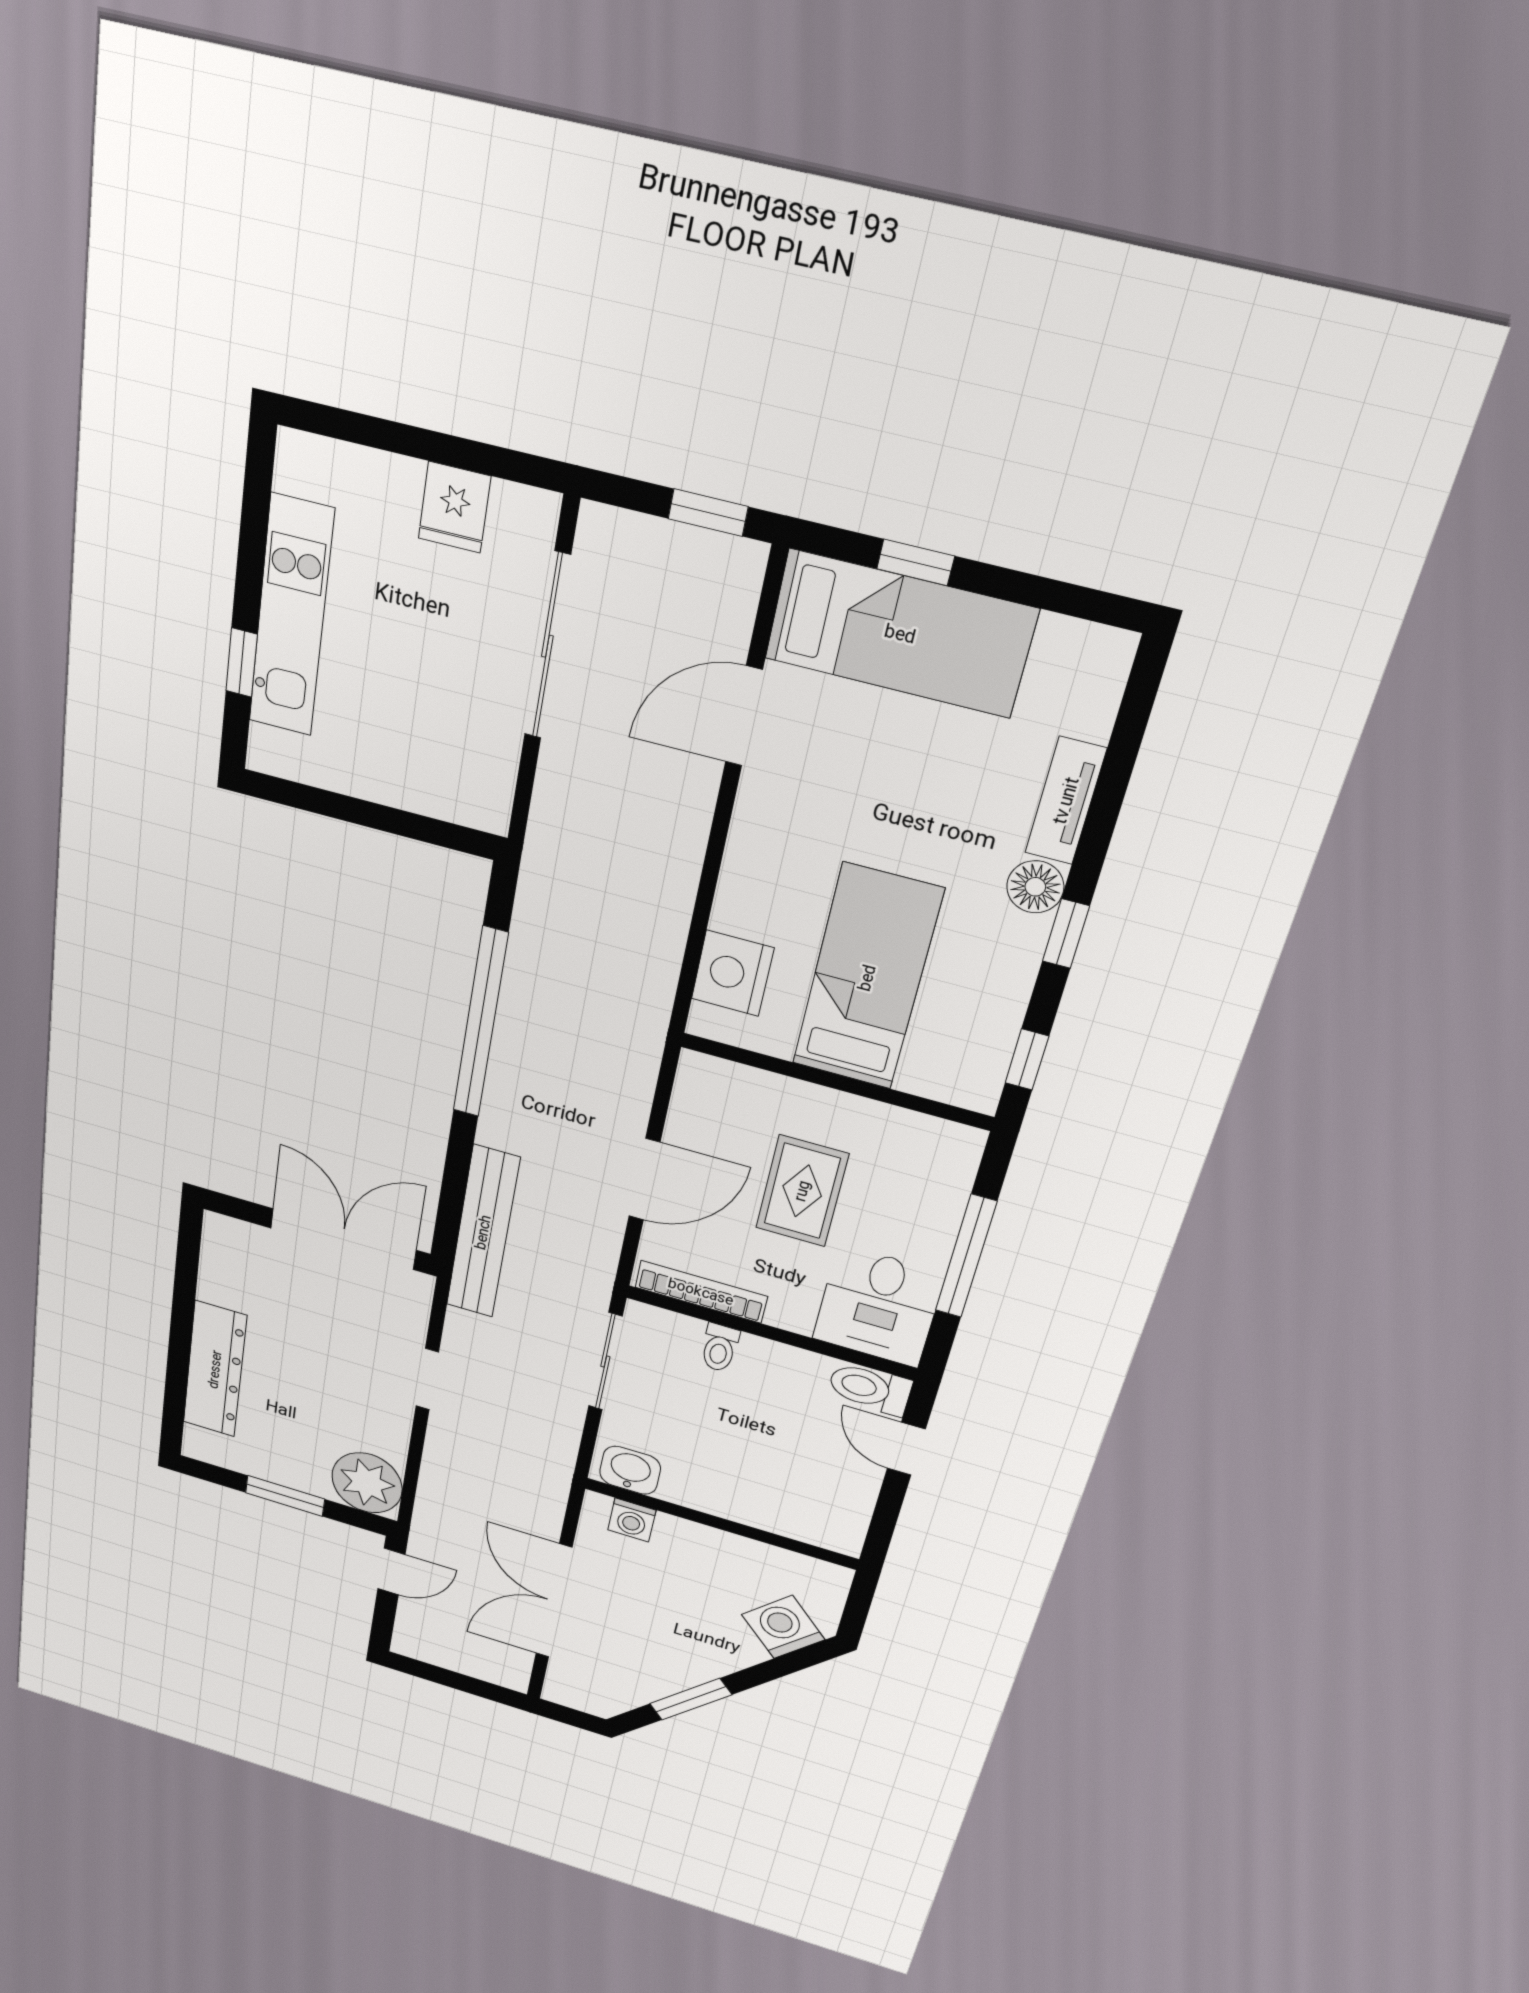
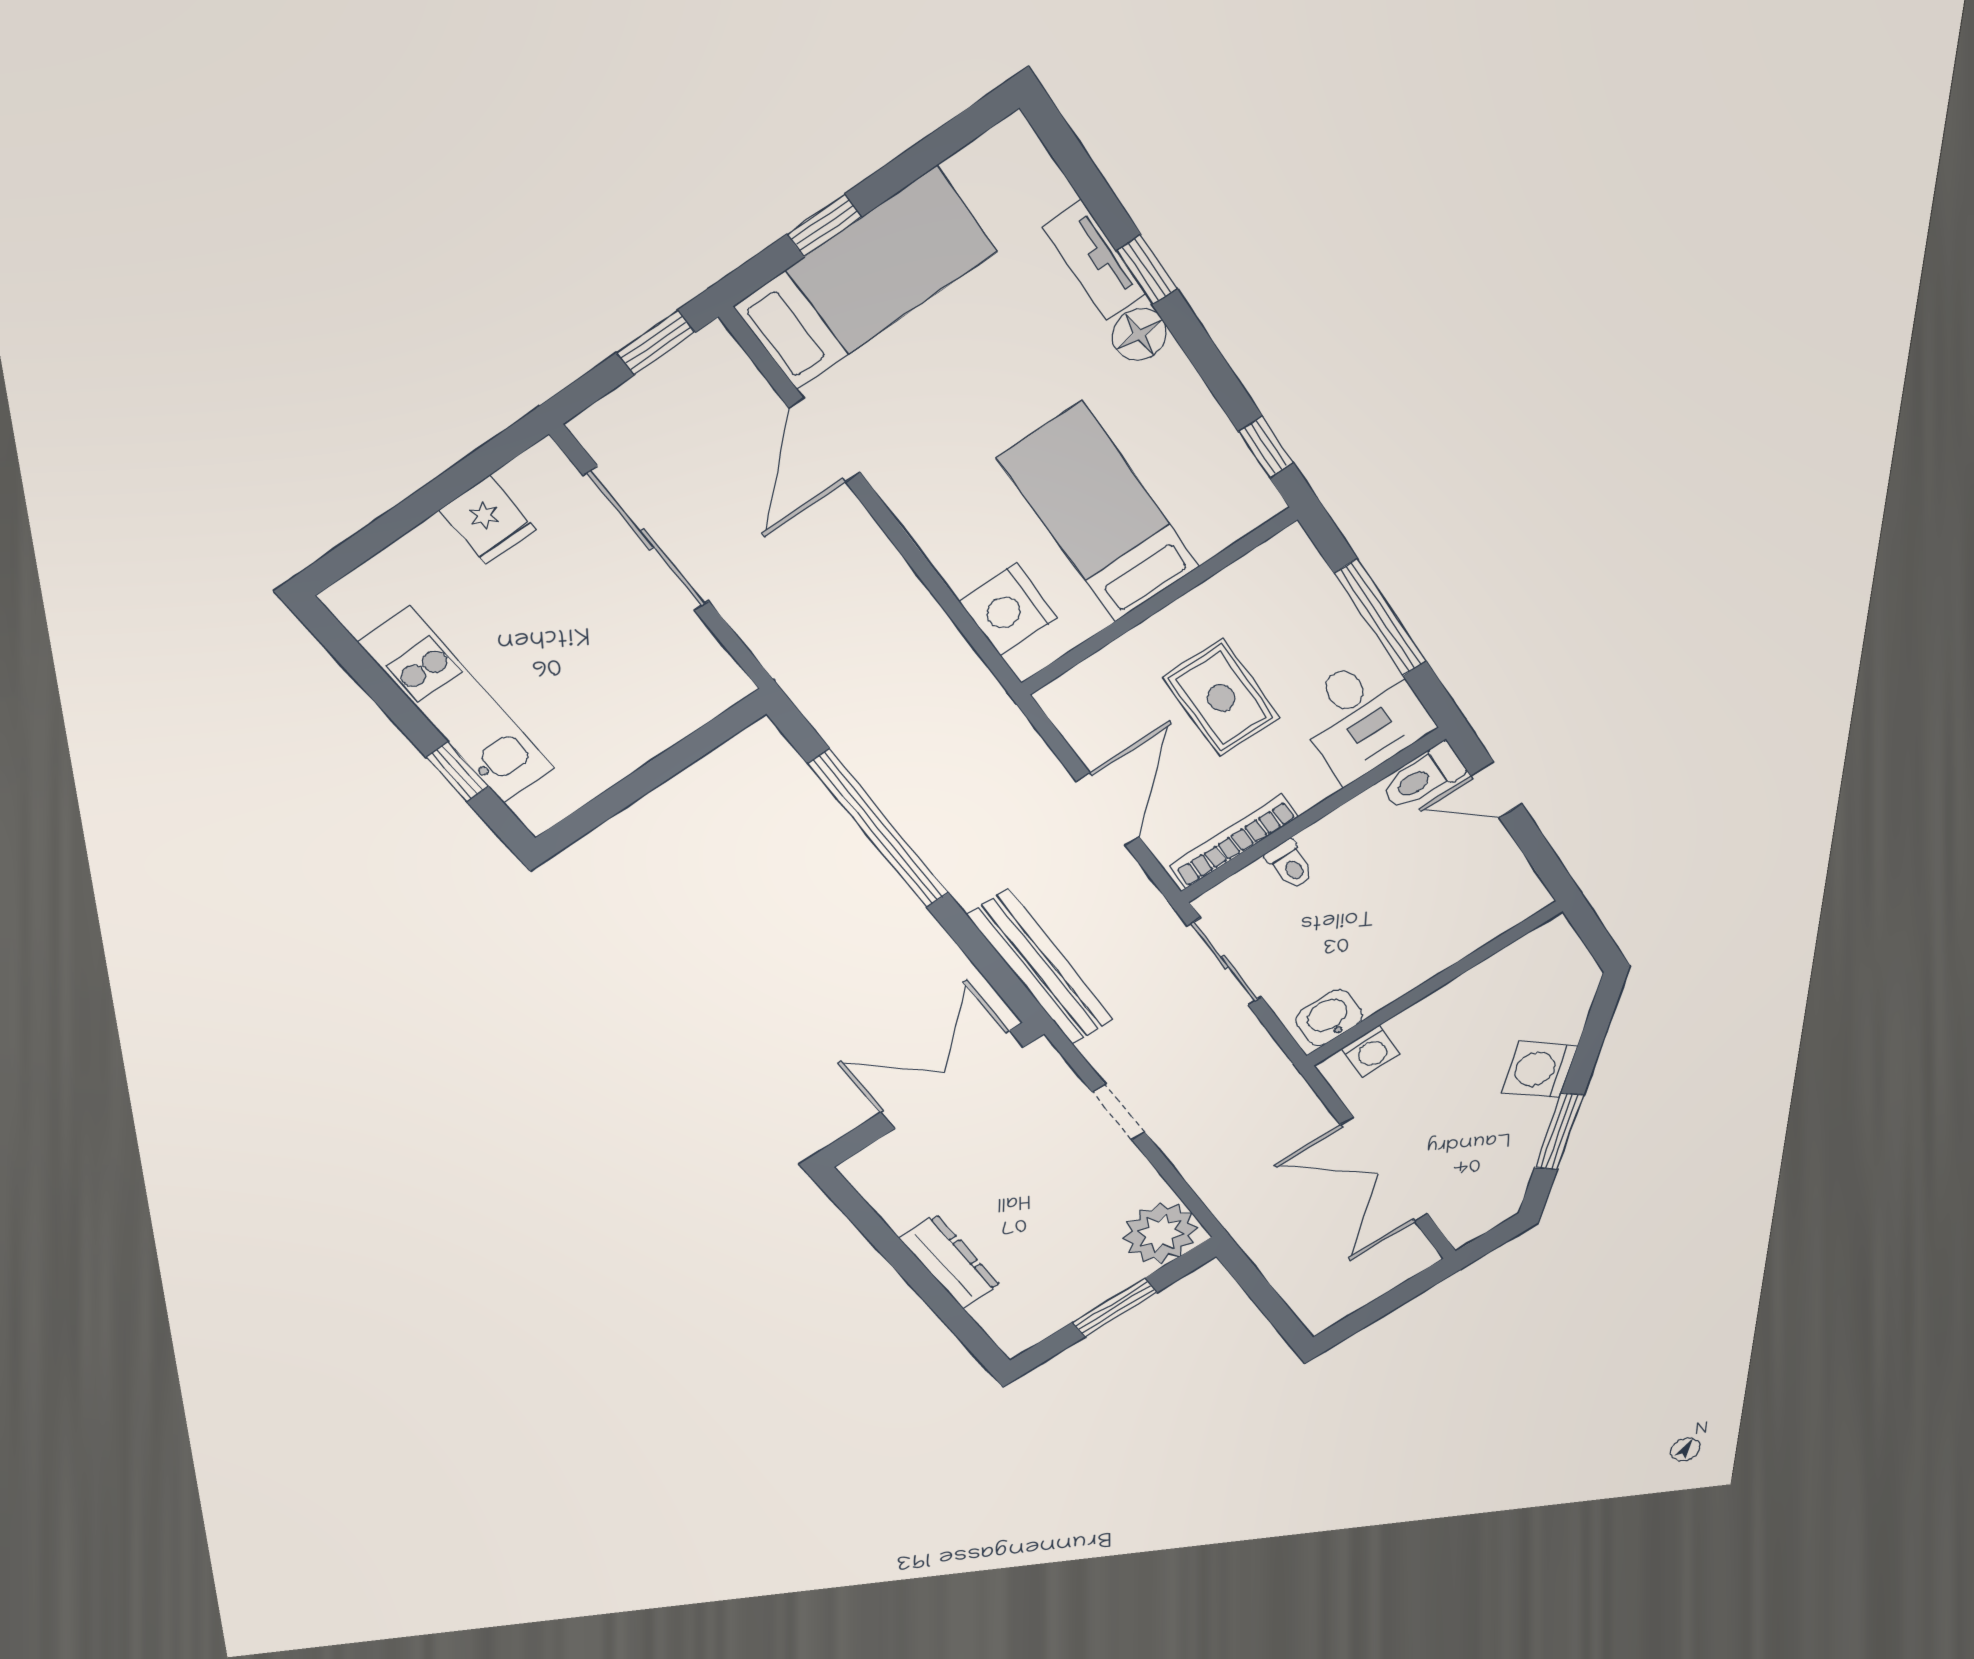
window: (1066, 934) -> (1147, 270), moved
dresser: (215, 1369) -> (950, 1262), width x0.73, depth x0.80
door: (391, 1572) -> (1249, 1278), removed
washing machine: (783, 1627) -> (1540, 1069), moved

